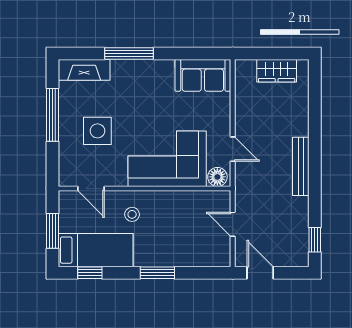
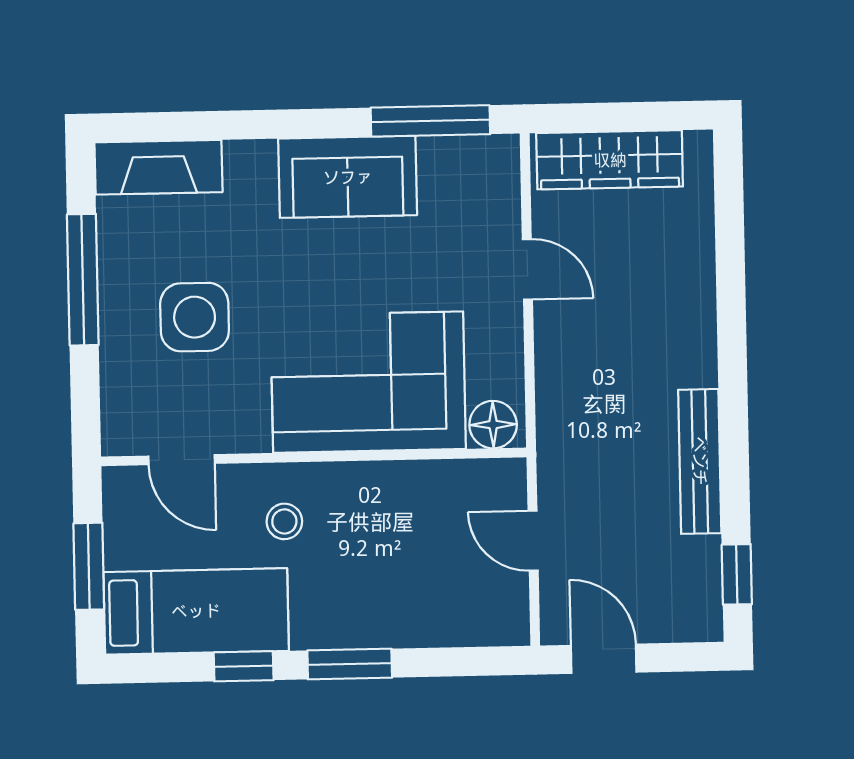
window: (129, 53) -> (430, 121), moved
wardrobe: (277, 71) -> (610, 160), width x1.50
sofa: (203, 75) -> (348, 177), moved
door: (233, 149) -> (527, 269), moved
bench: (301, 166) -> (700, 461), moved
window: (90, 273) -> (244, 666), moved

